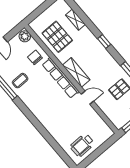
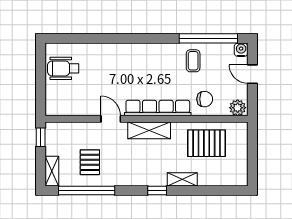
shelving: (75, 20) -> (182, 179), moved
door: (87, 98) -> (111, 119), swing flipped
wheelchair: (82, 145) -> (63, 68), turned -89

